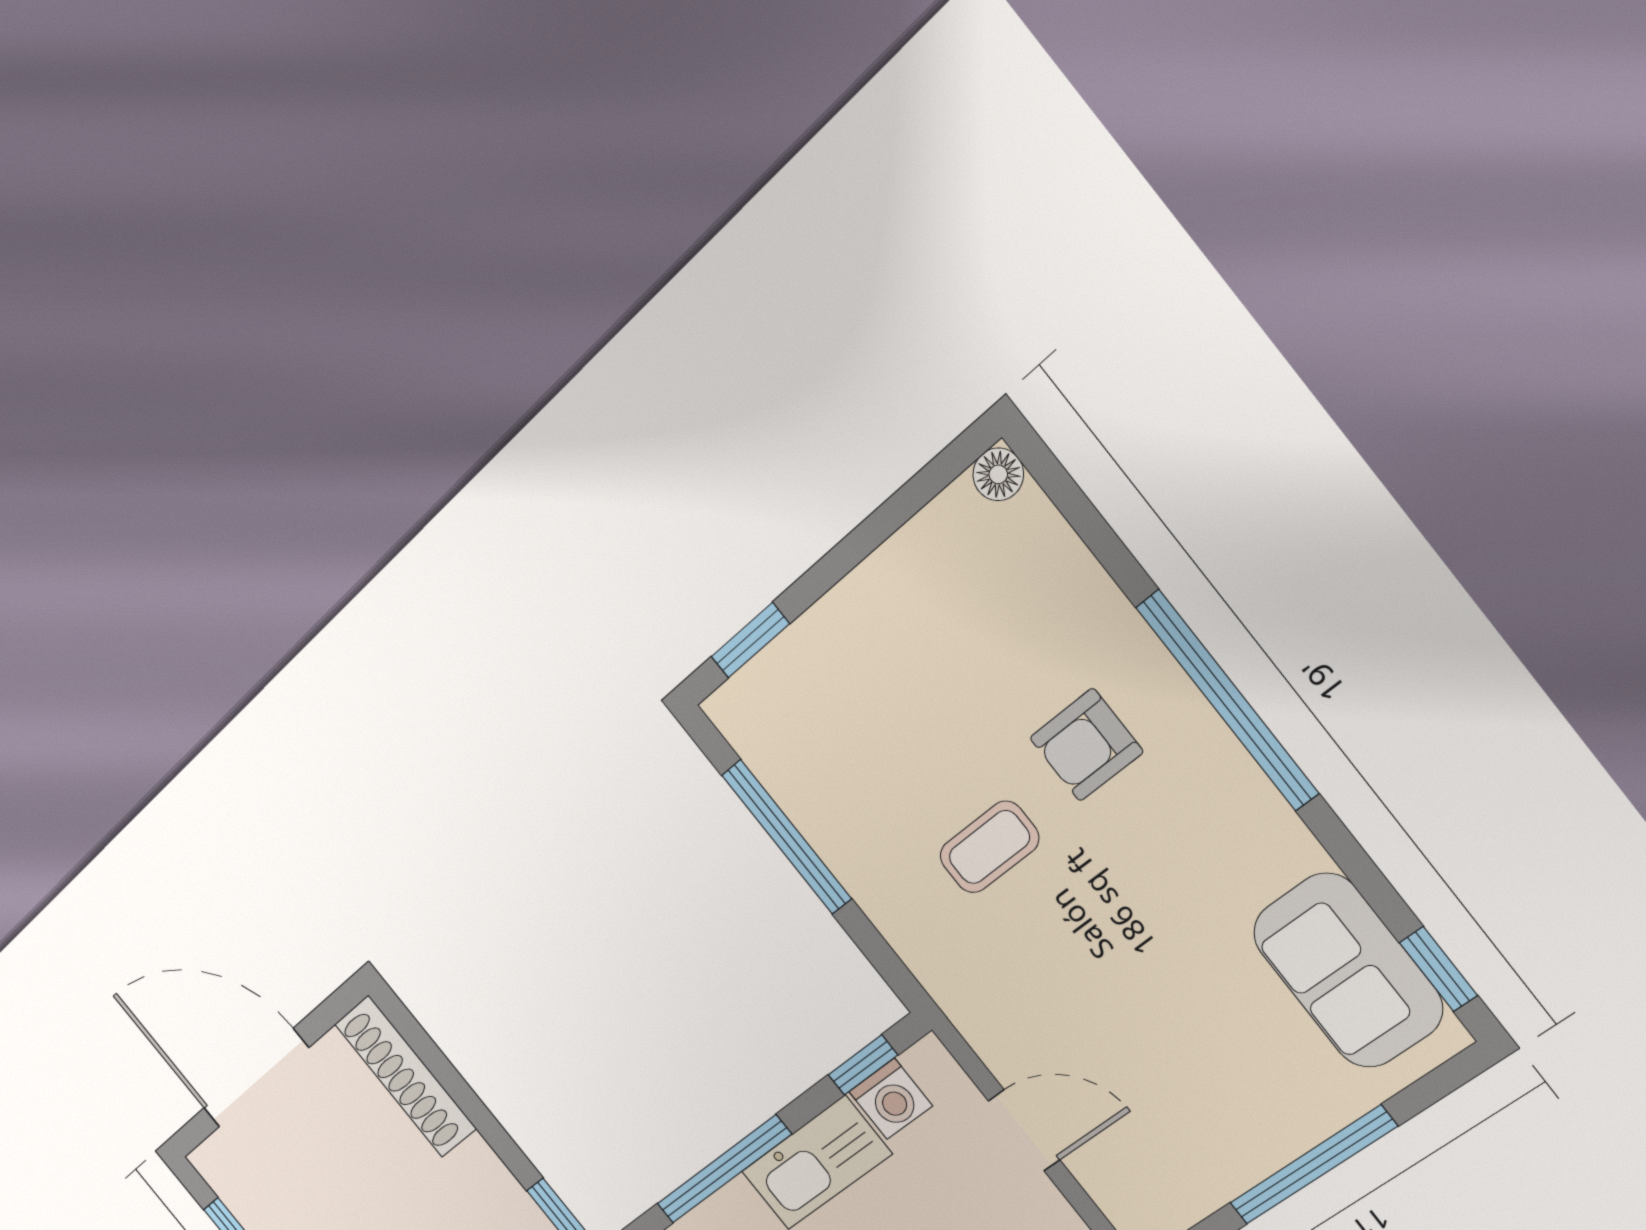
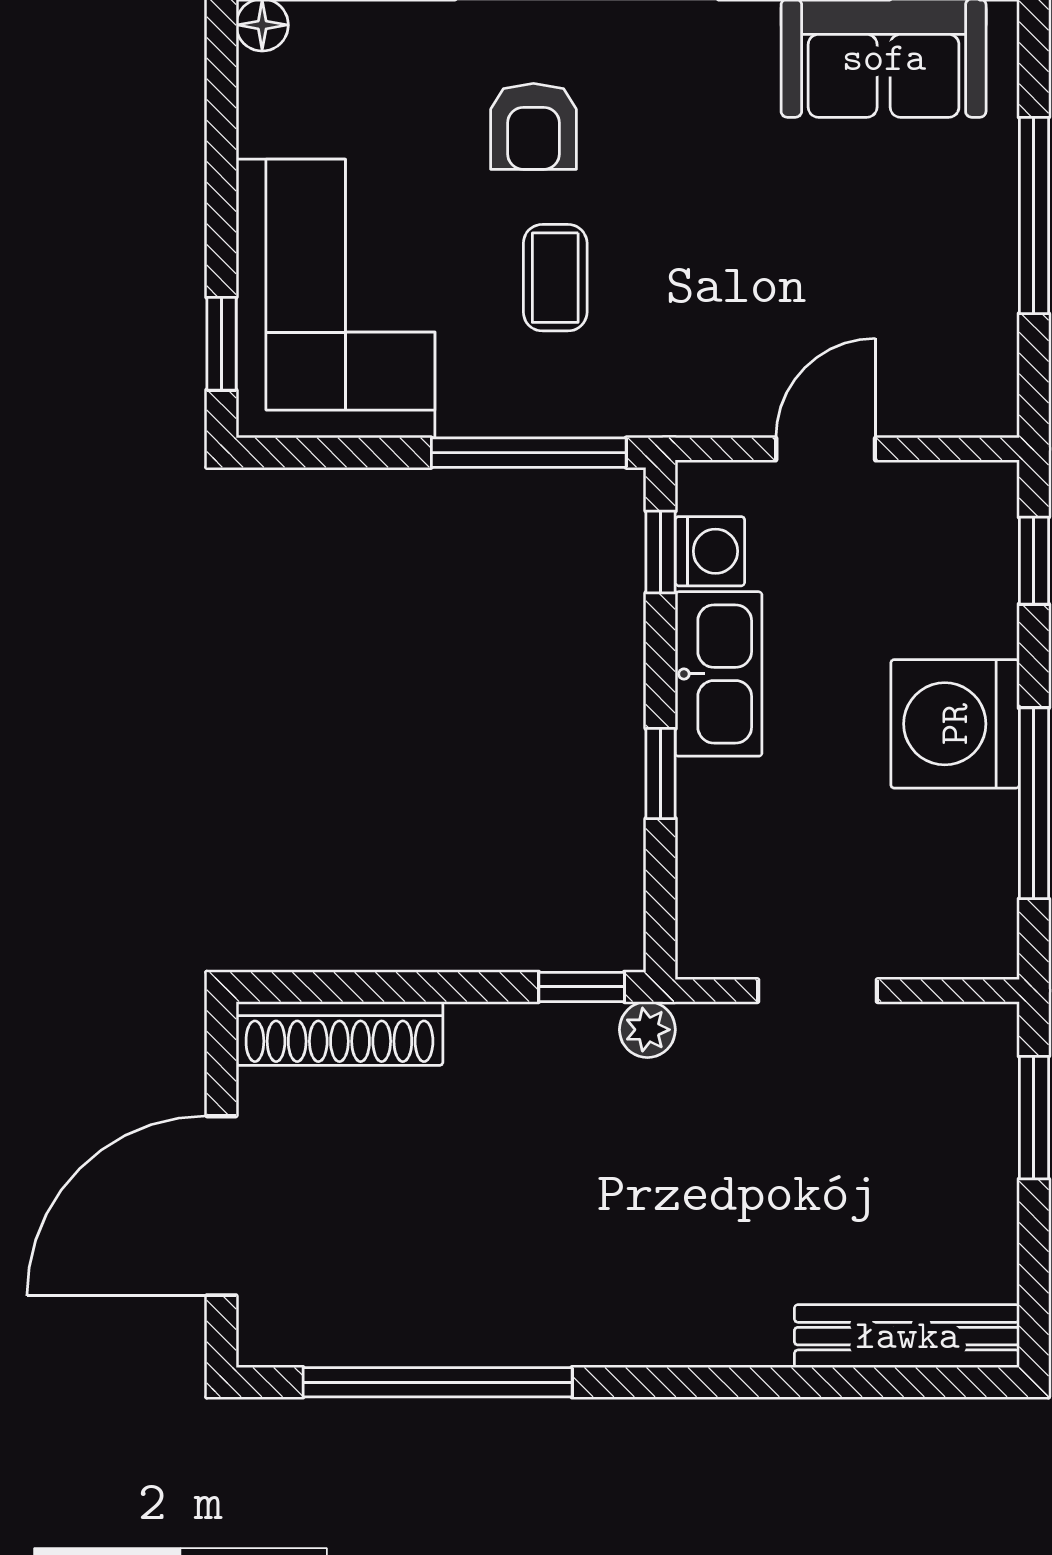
corner sofa: (847, 698) -> (336, 299), added
window: (787, 837) -> (529, 453), moved
window: (724, 1169) -> (661, 773), width x0.46

